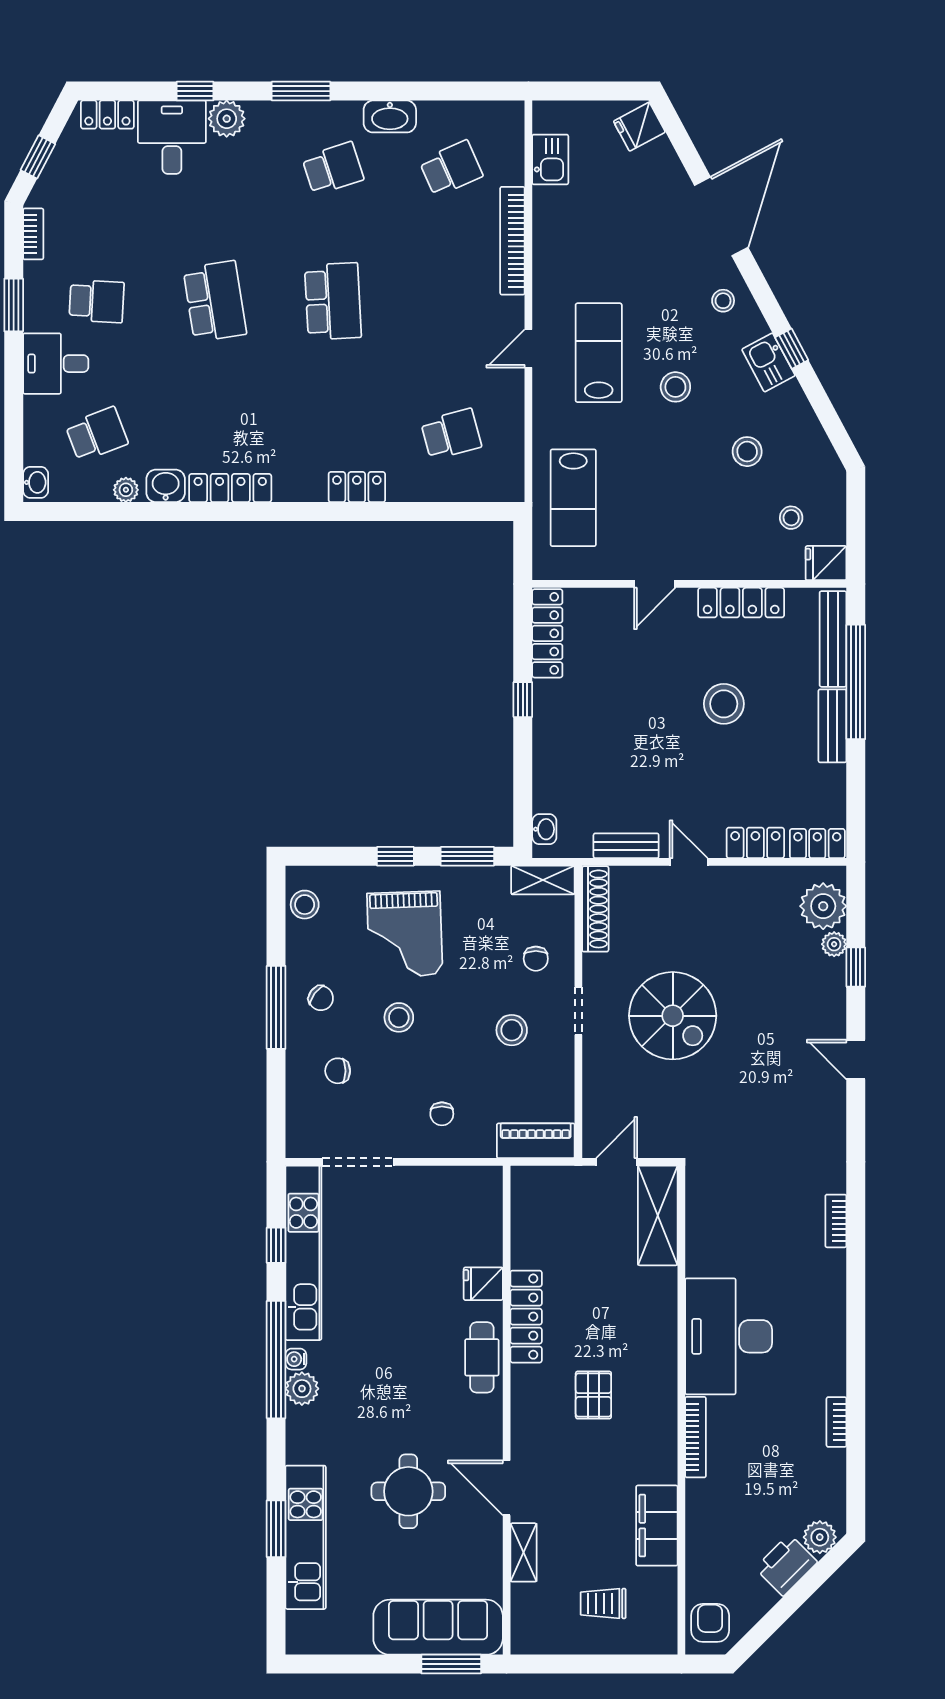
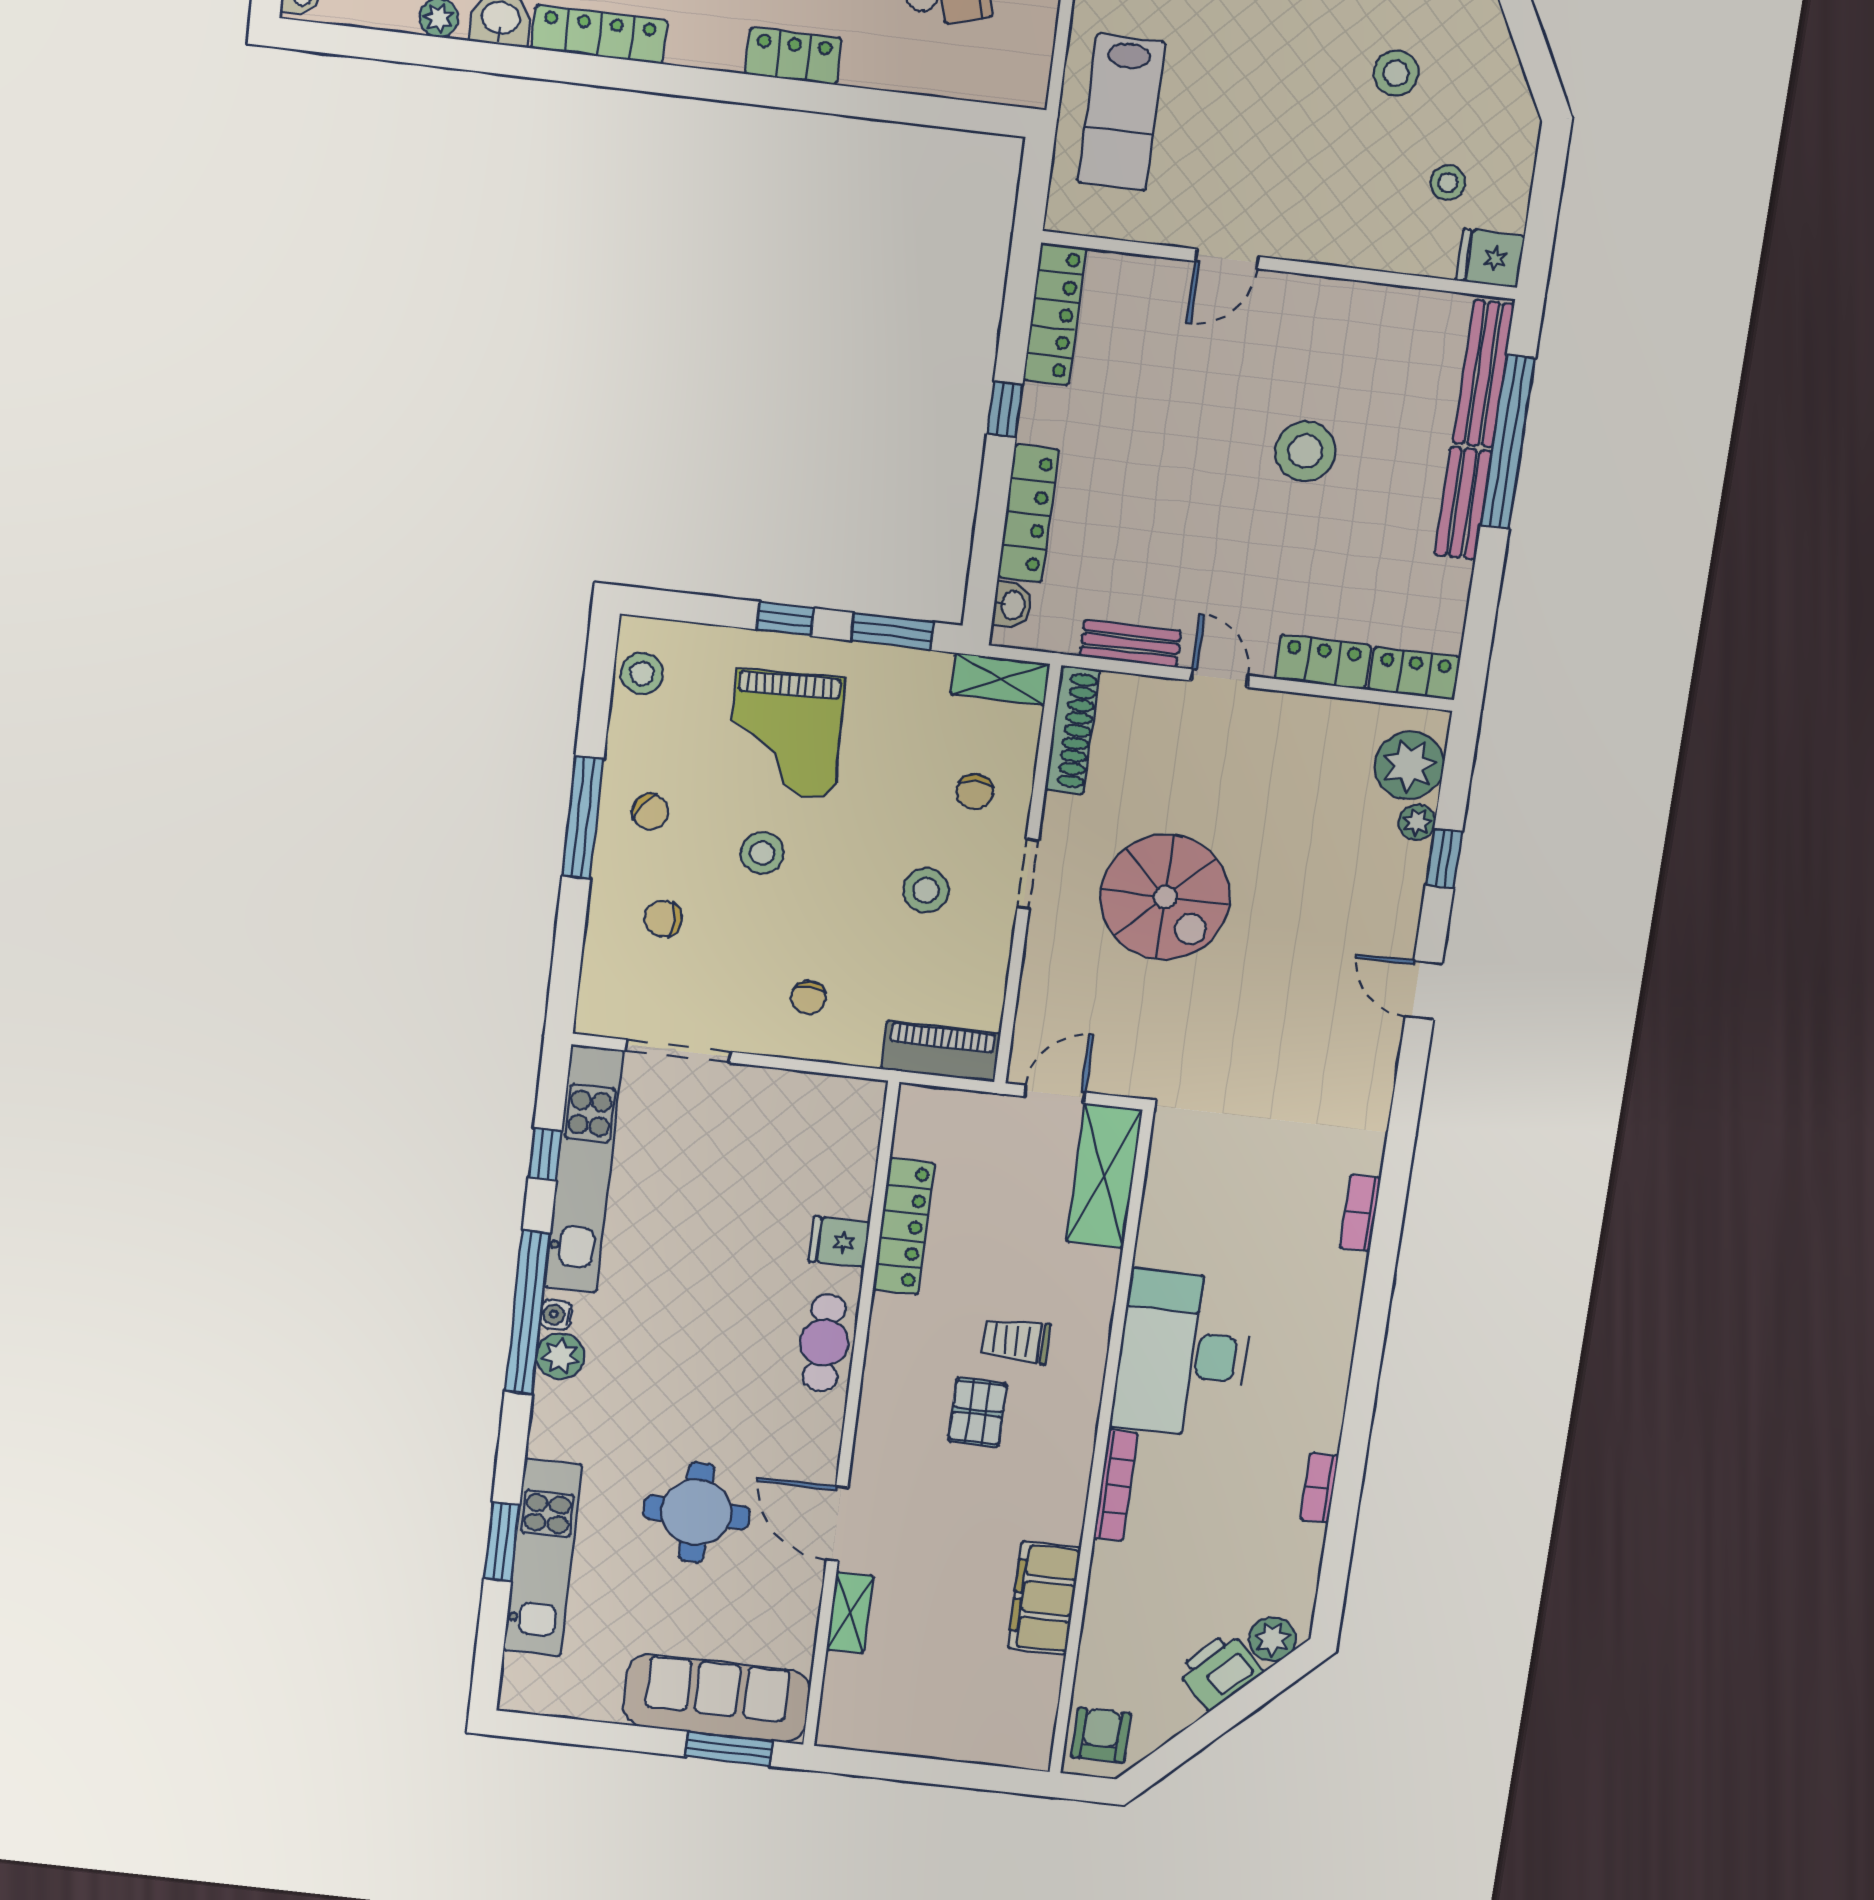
locker: (741, 603) -> (1028, 513), moved, turned -90
locker: (526, 1317) -> (904, 1226), moved
trolley: (603, 1603) -> (1016, 1341), moved

